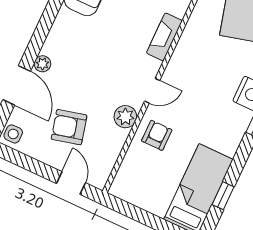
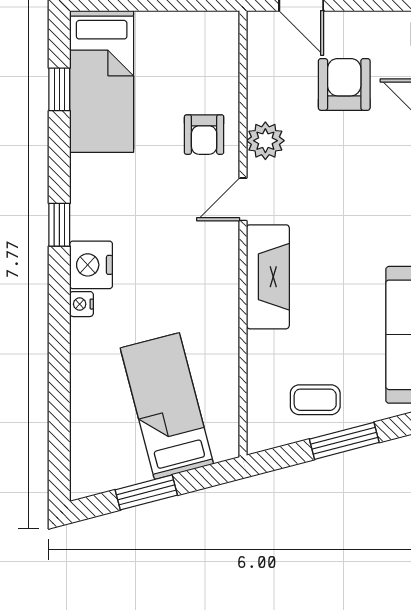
fireplace: (164, 37) -> (268, 277), width x1.37, depth x1.32
armchair: (69, 127) -> (344, 84), turned -76

